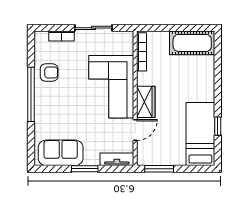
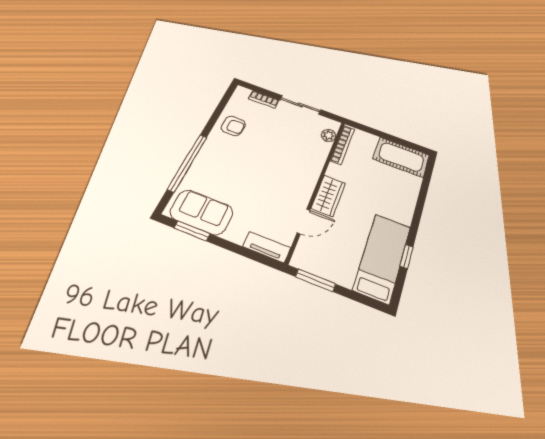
plant: (127, 48) -> (329, 135), added
corner sofa: (111, 87) -> (295, 165), removed
window: (31, 94) -> (187, 163), moved
window: (85, 169) -> (192, 231), moved

